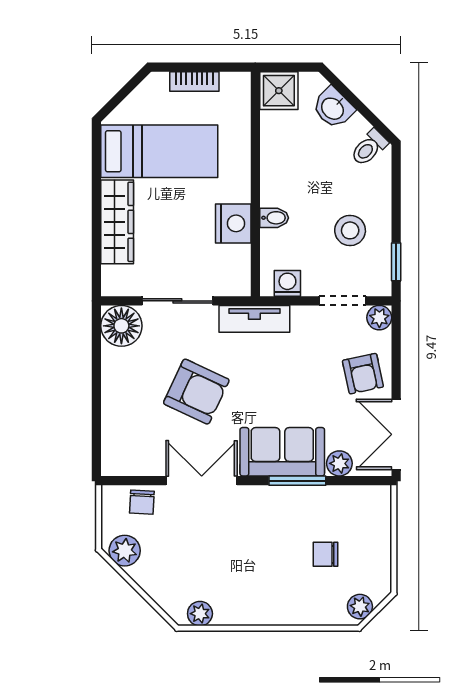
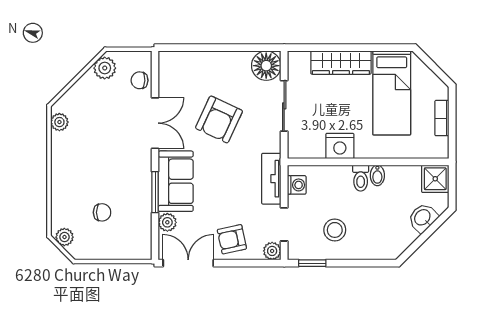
toilet: (369, 148) -> (361, 178), moved, turned -135
bidet: (274, 218) -> (377, 175), moved
tv unit: (254, 319) -> (271, 179), moved
chair: (326, 554) -> (102, 212), turned 90

